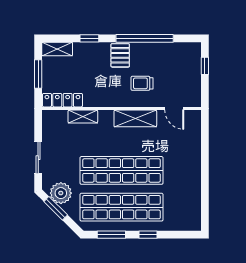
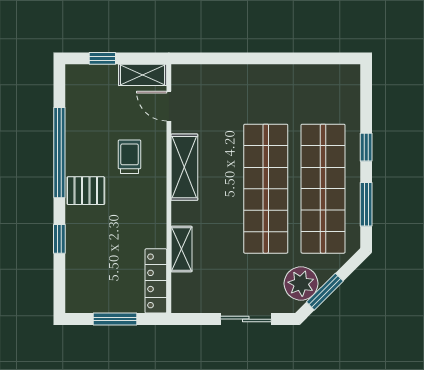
shelving: (57, 49) -> (143, 75), moved, turned 90
trolley: (142, 83) -> (130, 157), turned 180
door: (174, 108) -> (169, 106), swing flipped

